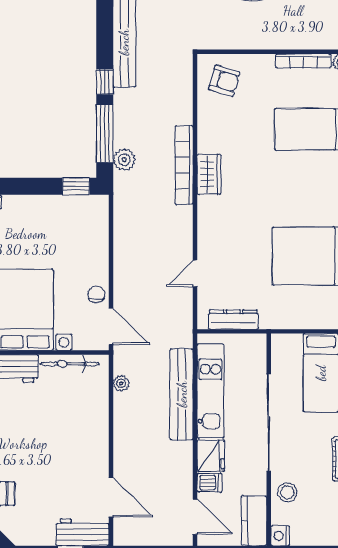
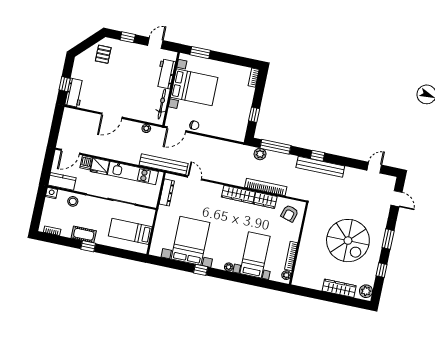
window: (105, 82) -> (318, 156), moved
wardrobe: (209, 132) -> (265, 200), added
bookcase: (184, 165) -> (266, 187), moved
wardrobe: (209, 174) -> (238, 195), width x1.50
window: (76, 186) -> (254, 115), moved
bench: (182, 394) -> (164, 164), moved
door: (111, 497) -> (112, 116), moved

